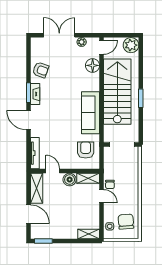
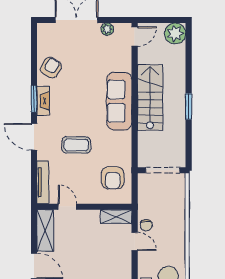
floor lamp: (93, 65) -> (122, 61), removed
armchair: (41, 70) -> (51, 68), turned -79
stairs: (117, 92) -> (150, 97), width x0.73, depth x0.66
sofa: (90, 113) -> (119, 101), moved
coffee table: (59, 126) -> (76, 145), added
armchair: (86, 150) -> (113, 178), turned 180
boiler: (70, 180) -> (91, 218), removed

